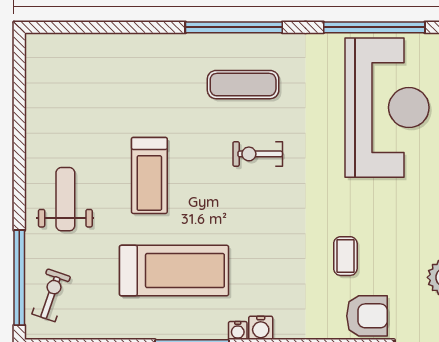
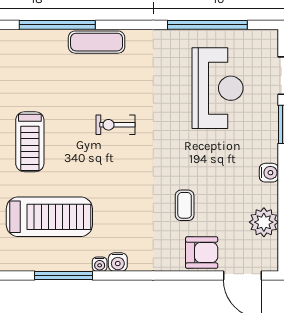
window: (234, 27) -> (57, 25), moved
exercise mat: (243, 85) -> (97, 42), moved
reception desk: (387, 108) -> (217, 88), width x0.74, depth x0.77

